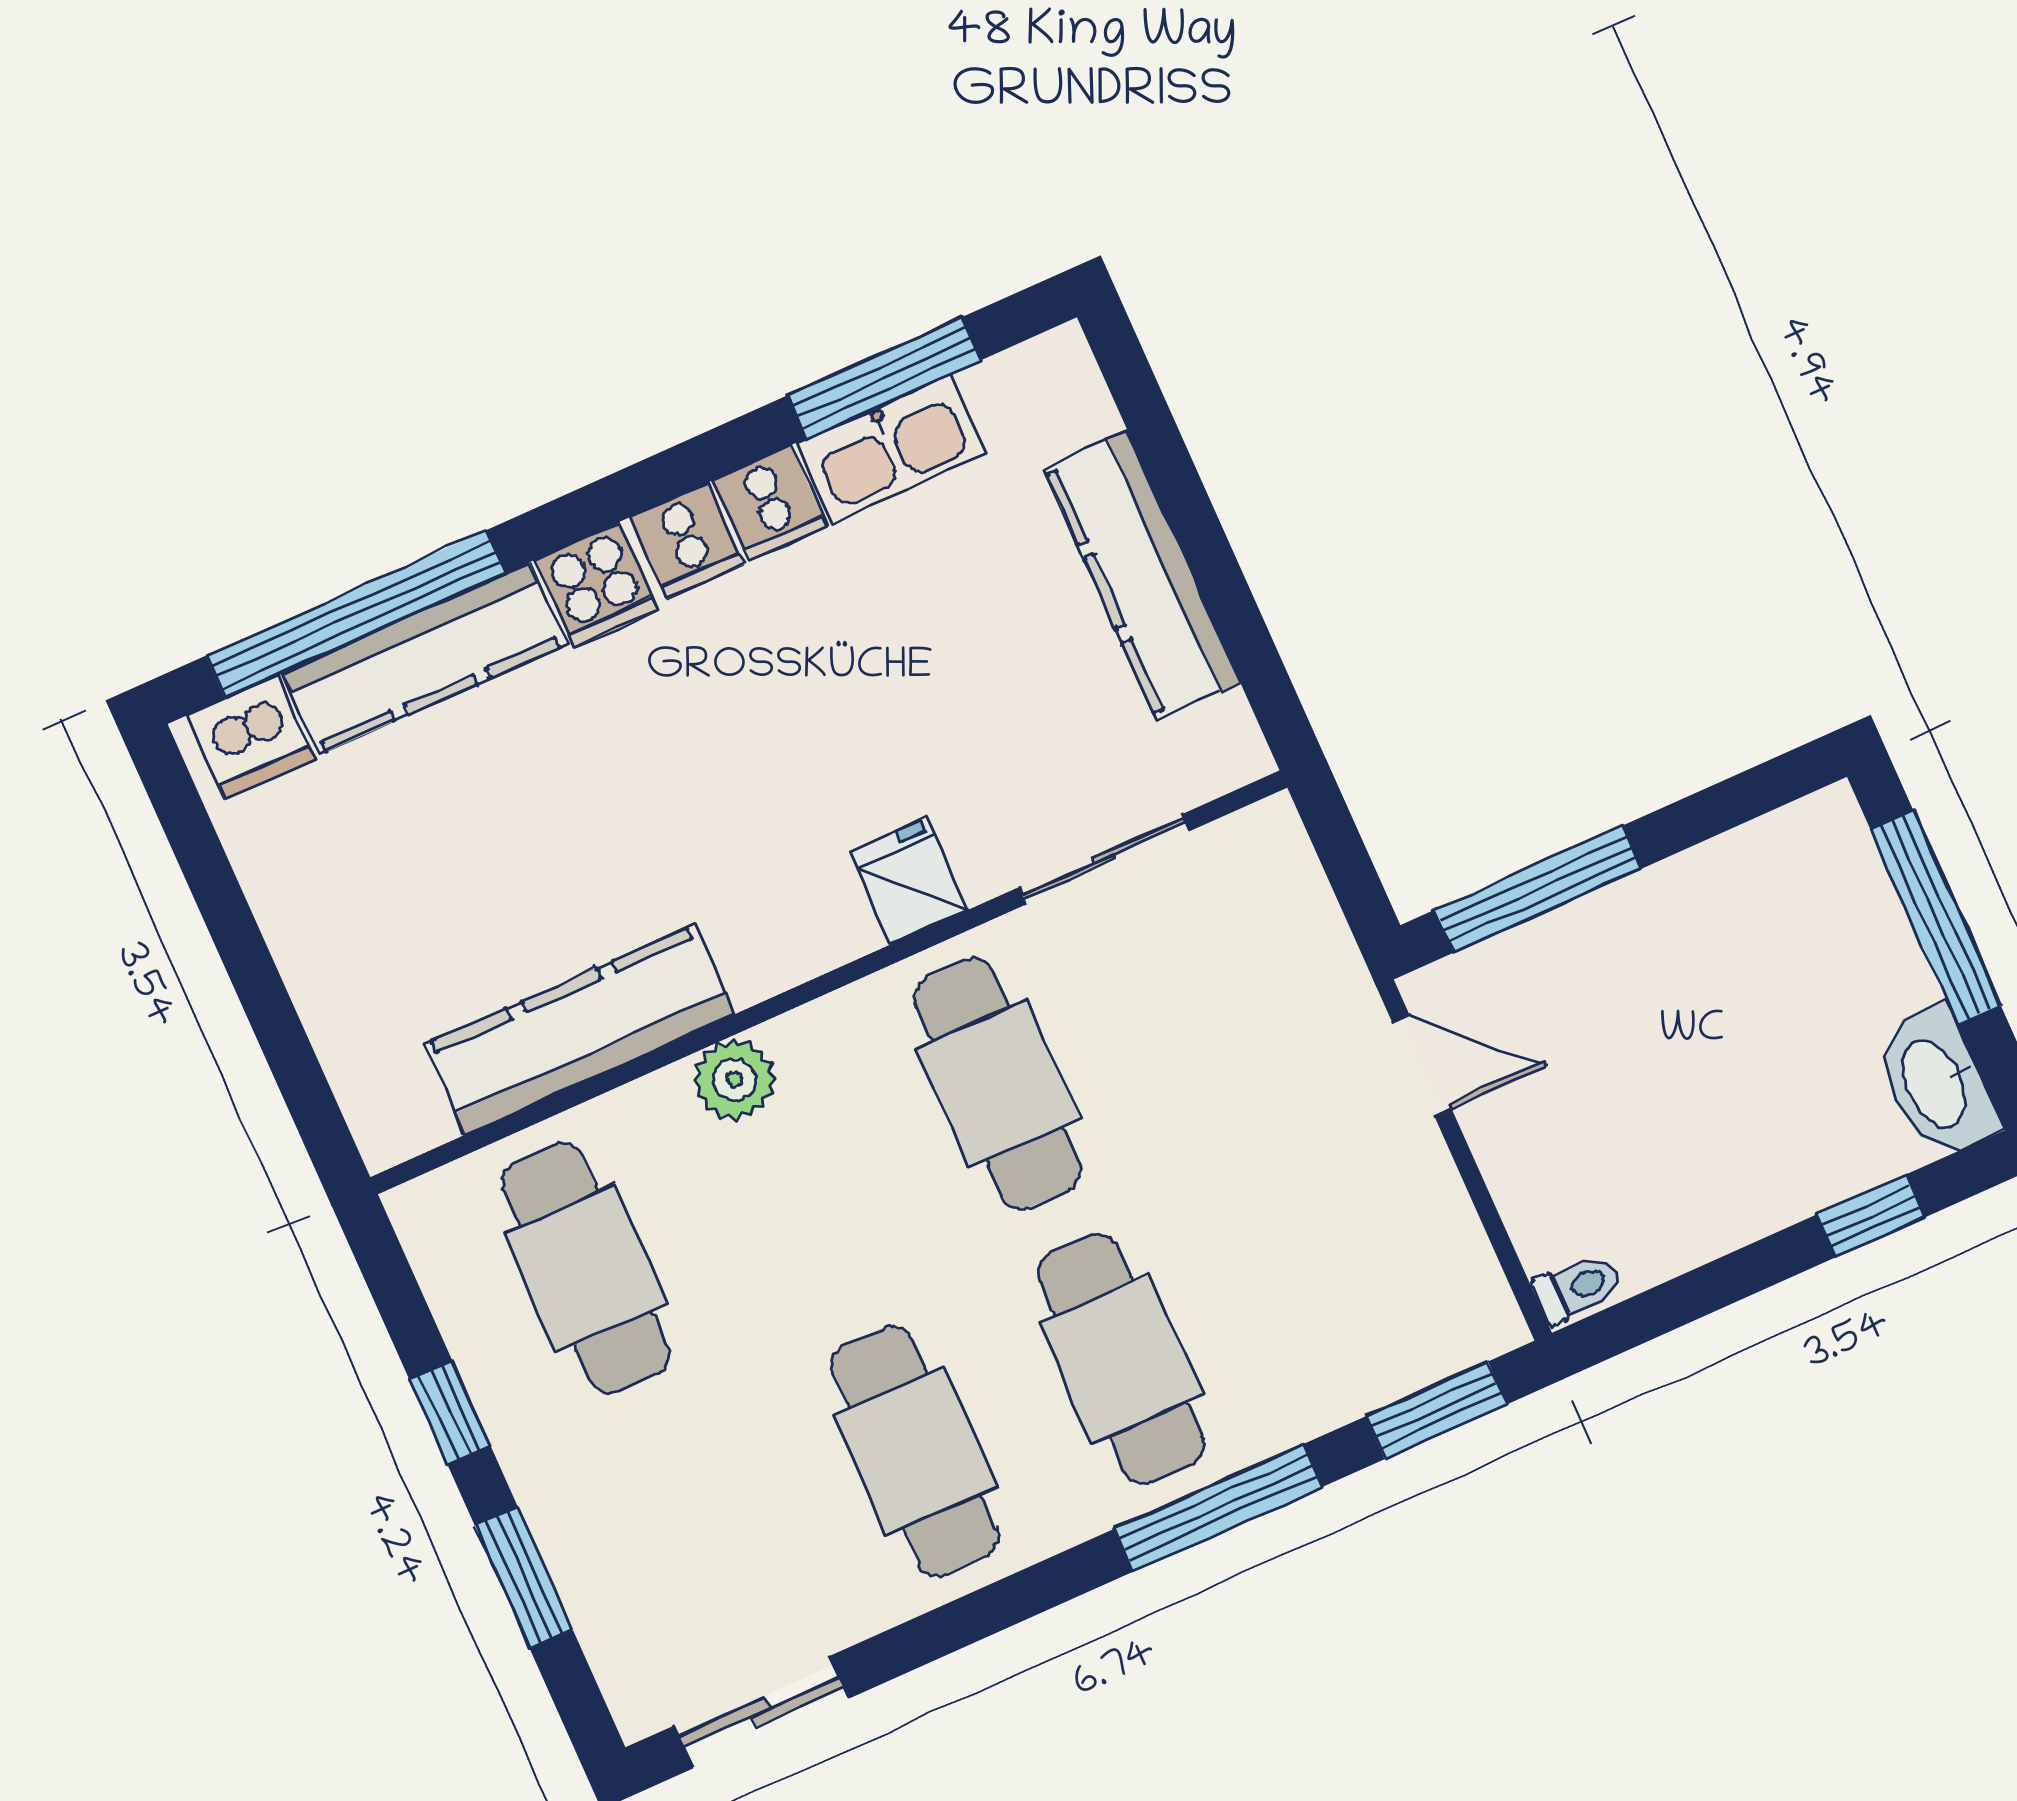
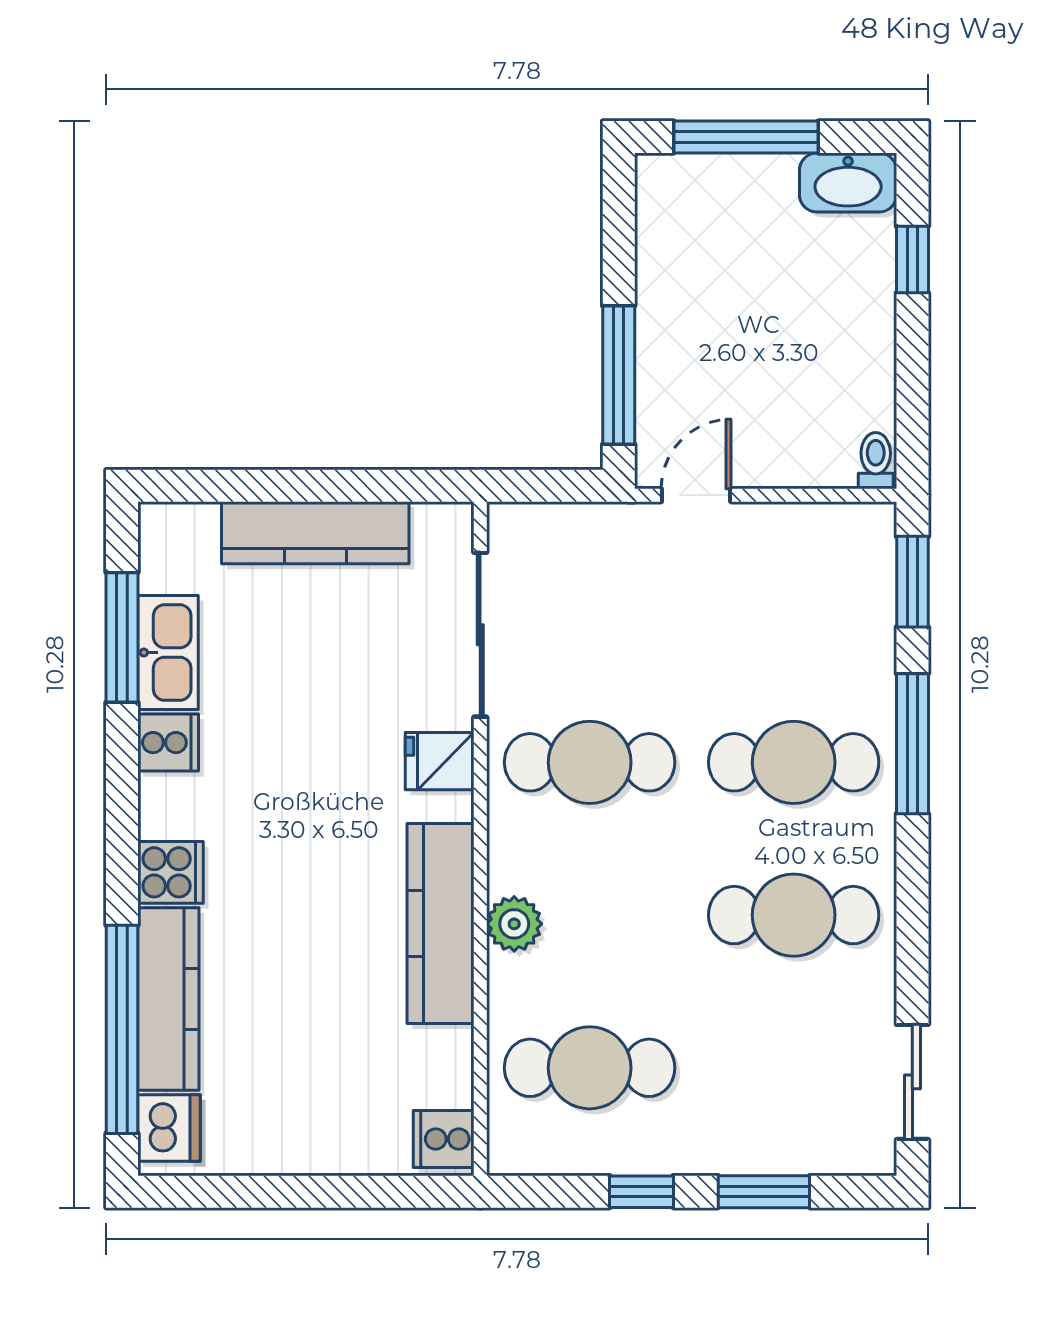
cooker: (687, 541) -> (444, 1139), moved, turned 180
sliding door: (1104, 859) -> (480, 635), width x1.37
kitchen counter: (579, 1030) -> (441, 923), moved

